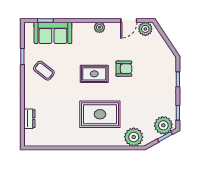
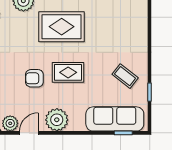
plant: (99, 27) -> (57, 120), width x1.88, depth x1.88
sofa: (53, 33) -> (115, 119), width x1.36
dresser: (29, 119) -> (141, 22), removed

